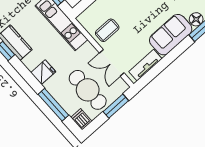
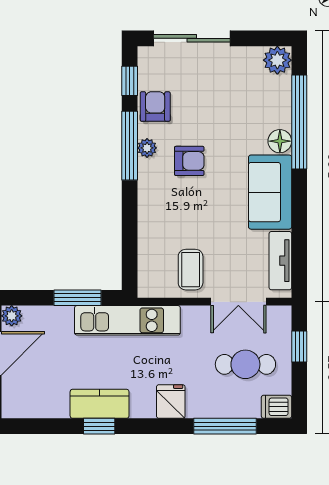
cafe table: (88, 90) -> (245, 364), width x0.73, depth x0.74
window: (116, 106) -> (299, 346), width x0.67

